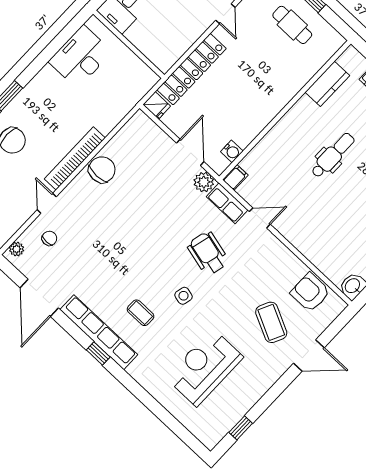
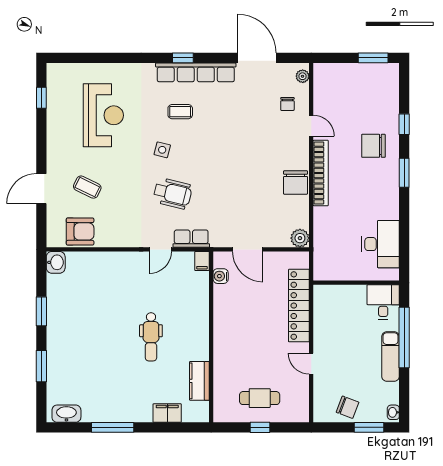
fridge: (157, 105) -> (299, 260), removed
plant: (204, 182) -> (300, 238), moved
coffee table: (271, 322) -> (87, 187), width x0.73, depth x0.77

